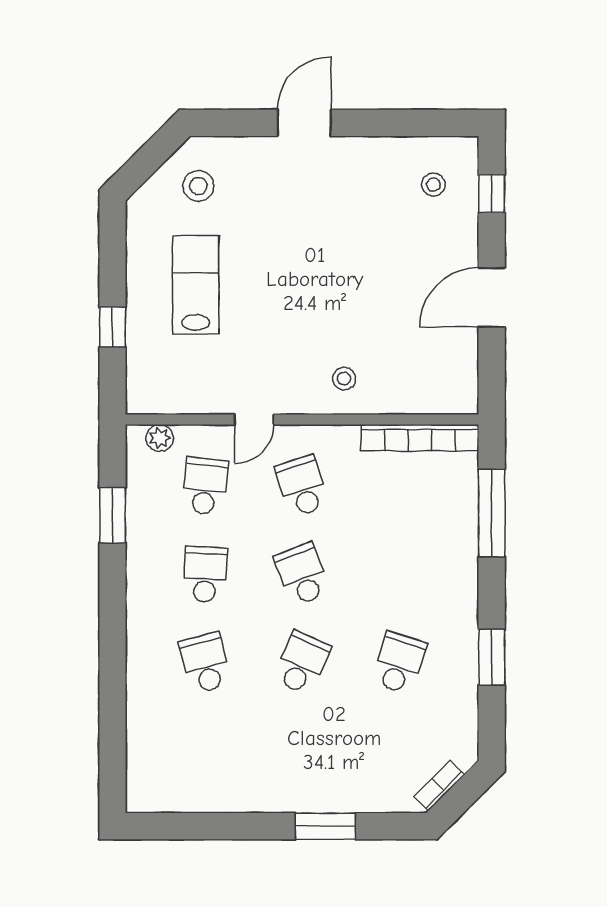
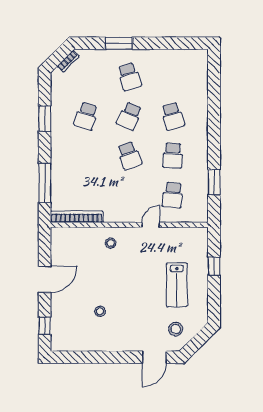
door: (304, 123) -> (154, 357), moved
stool: (433, 185) -> (100, 311), moved
plant: (160, 438) -> (193, 217), removed
school desk: (302, 486) -> (129, 77), moved

